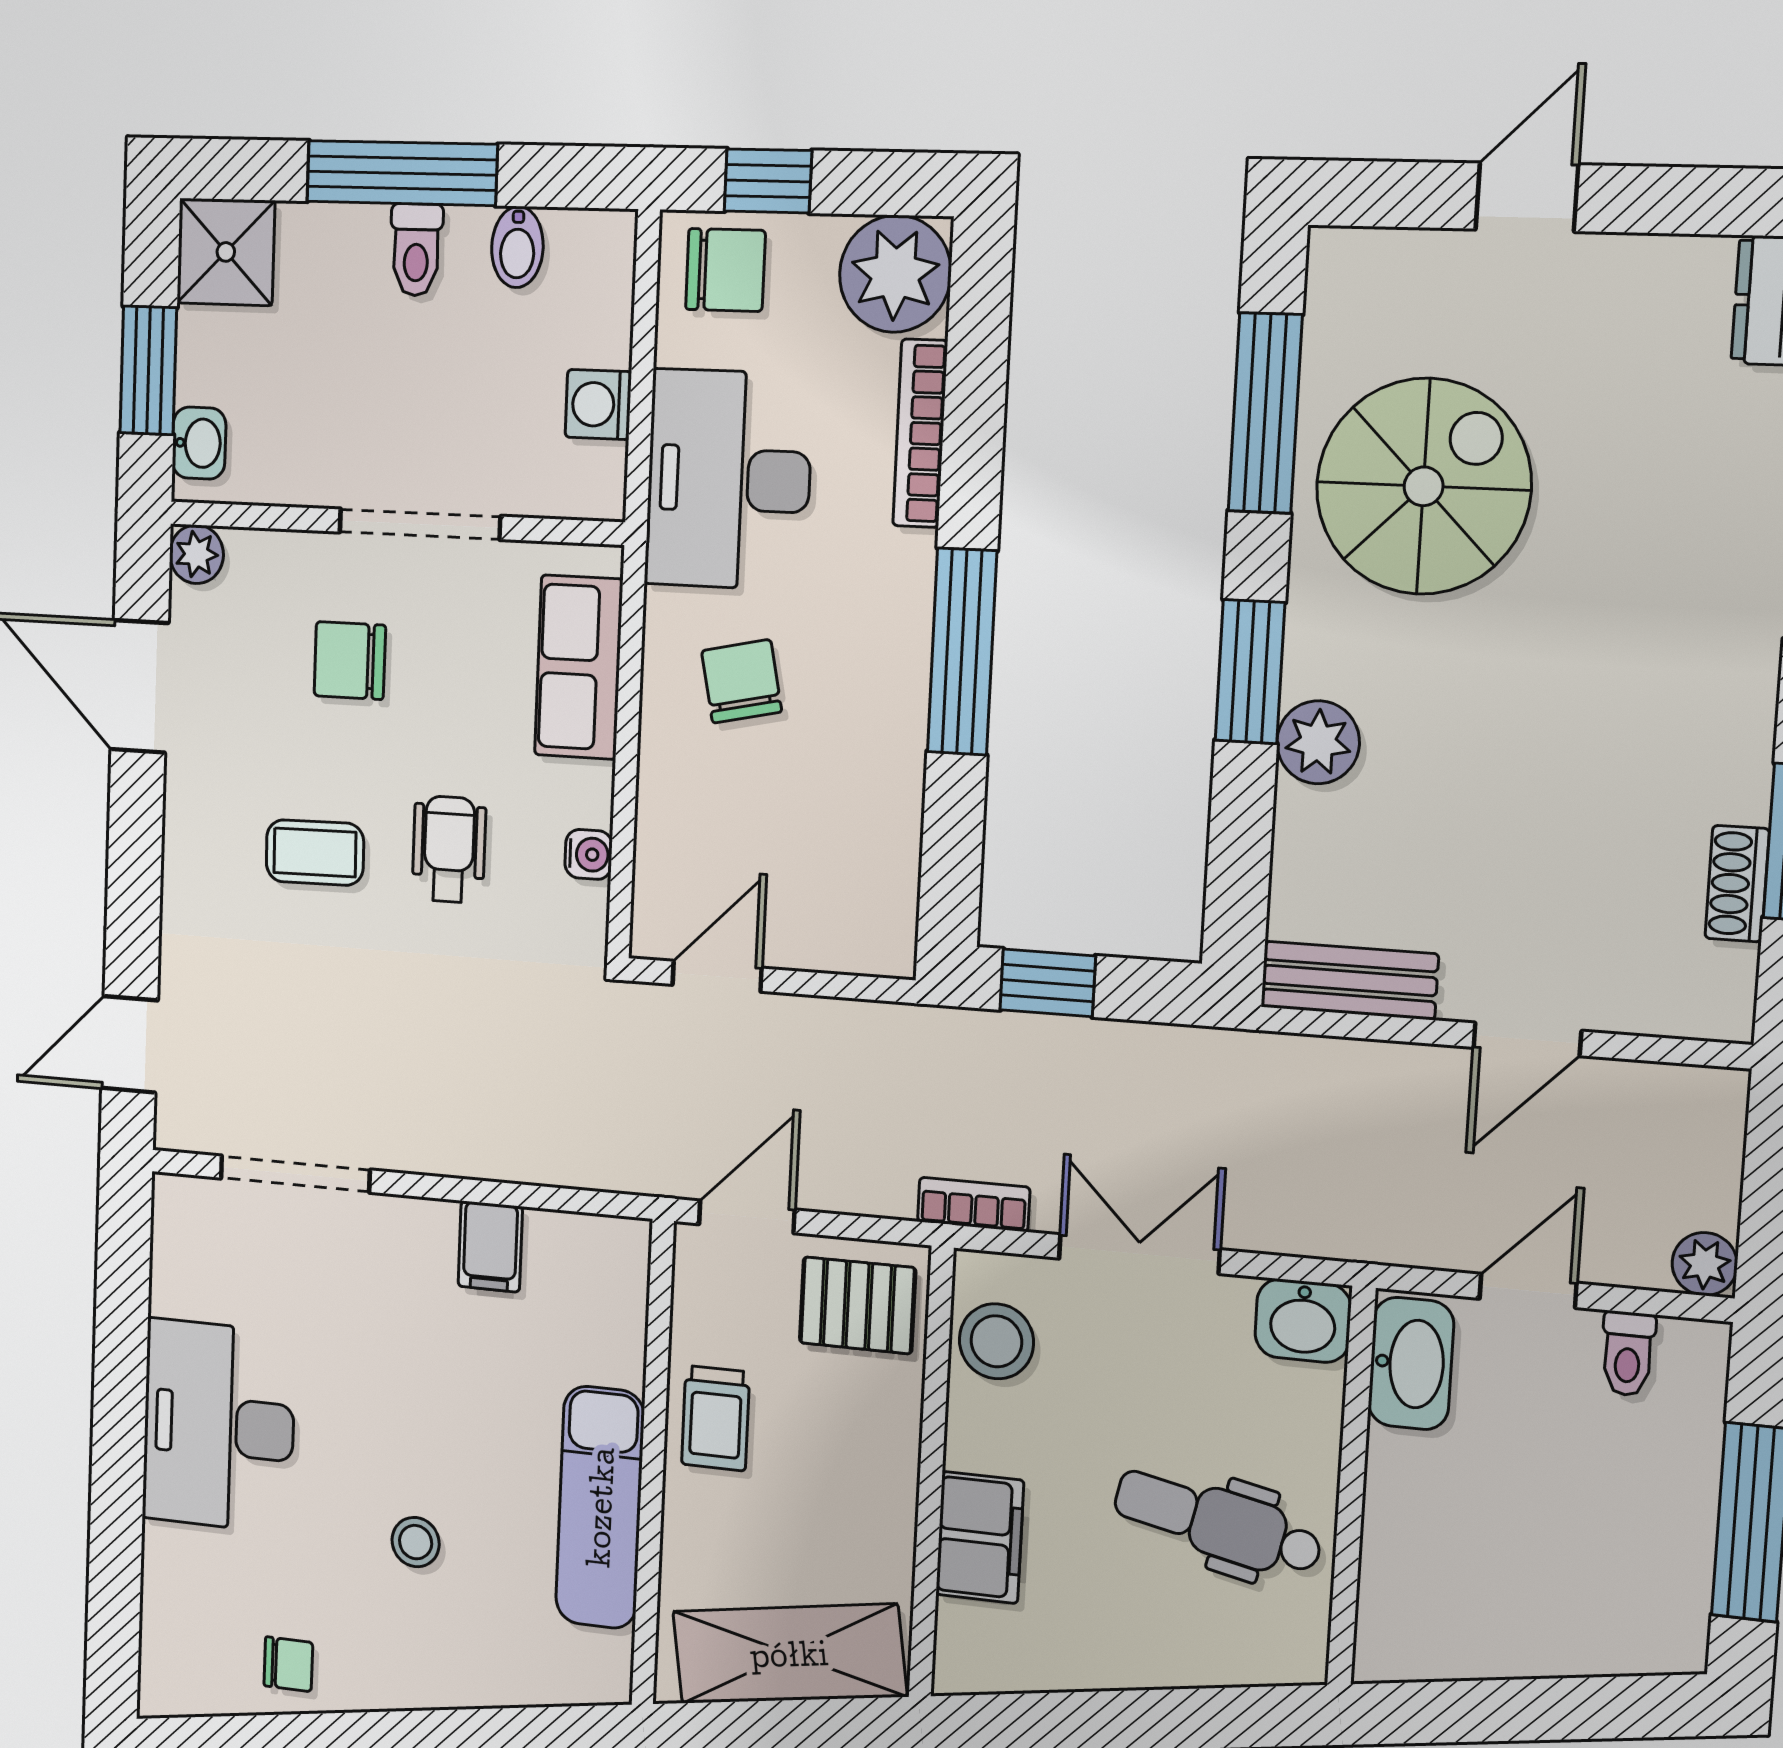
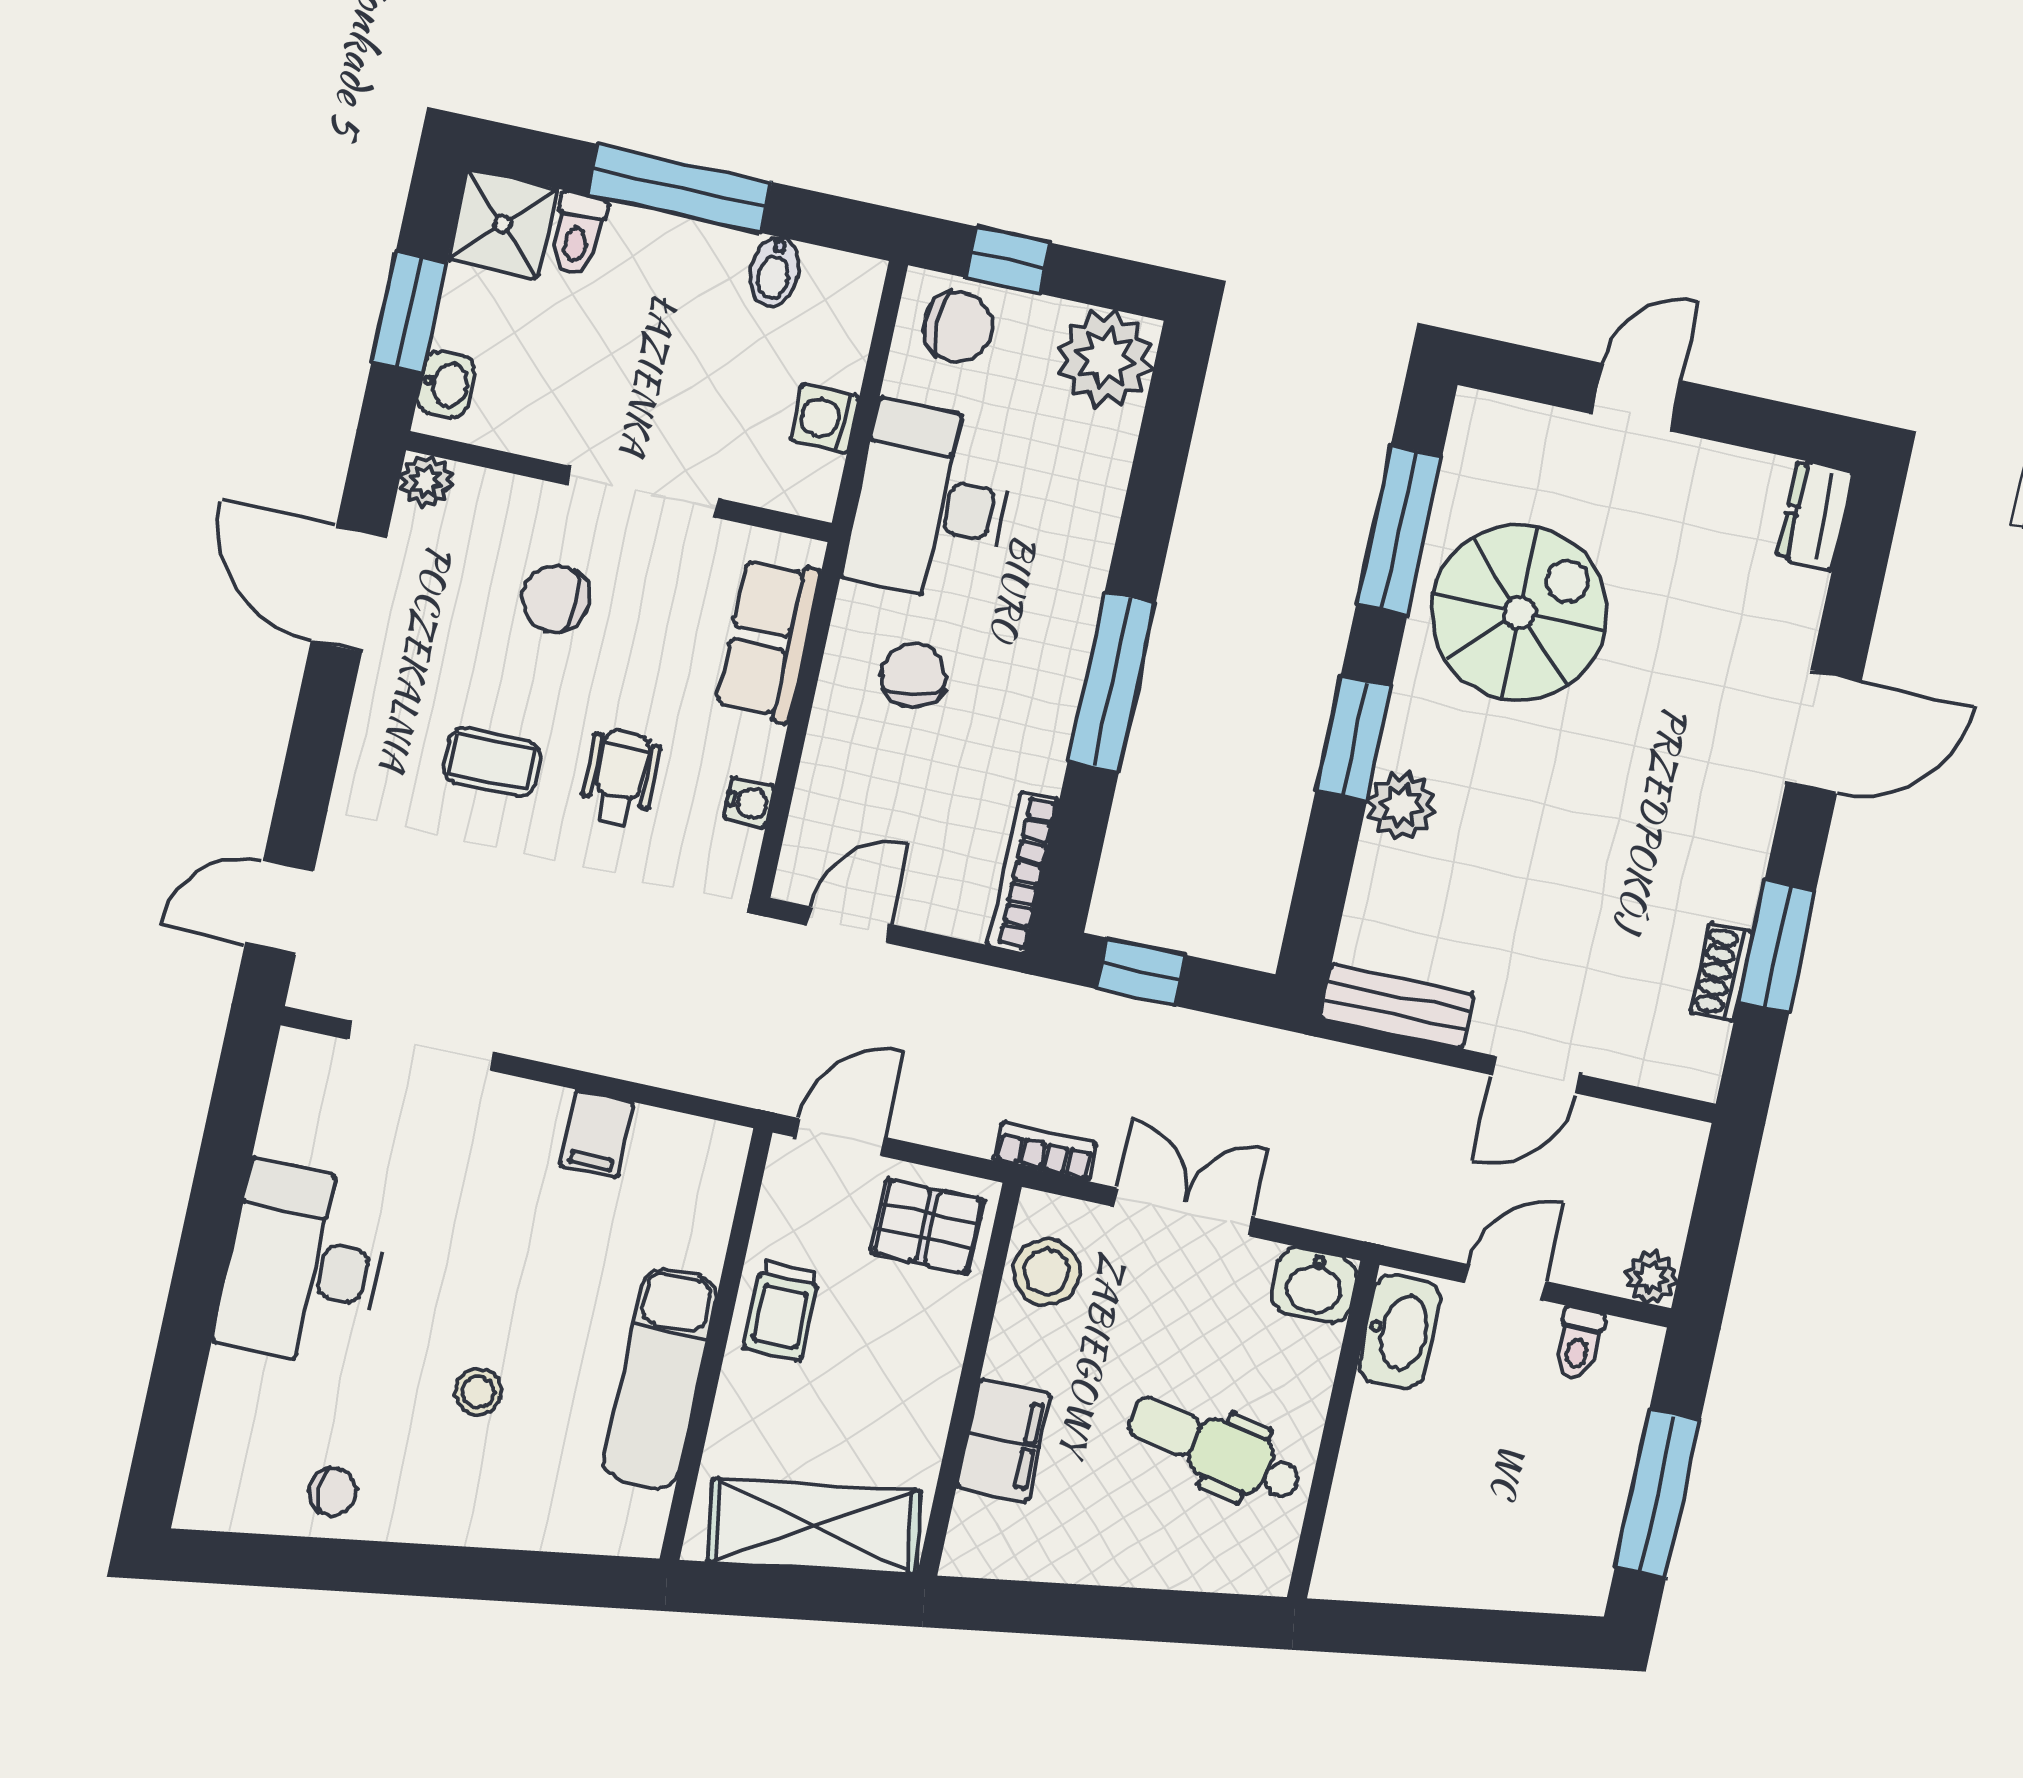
toilet: (416, 250) -> (578, 234), moved
bookcase: (920, 433) -> (1023, 872), moved

